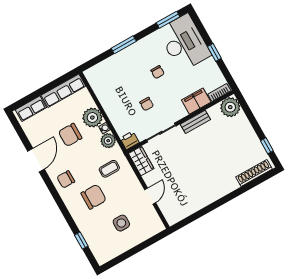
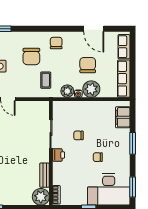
filing cabinet: (196, 101) -> (123, 117), moved, turned 180
bench: (195, 122) -> (45, 175), moved
printer: (130, 140) -> (59, 155), moved
door: (36, 160) -> (94, 29), moved
wardrobe: (141, 161) -> (38, 107), removed

